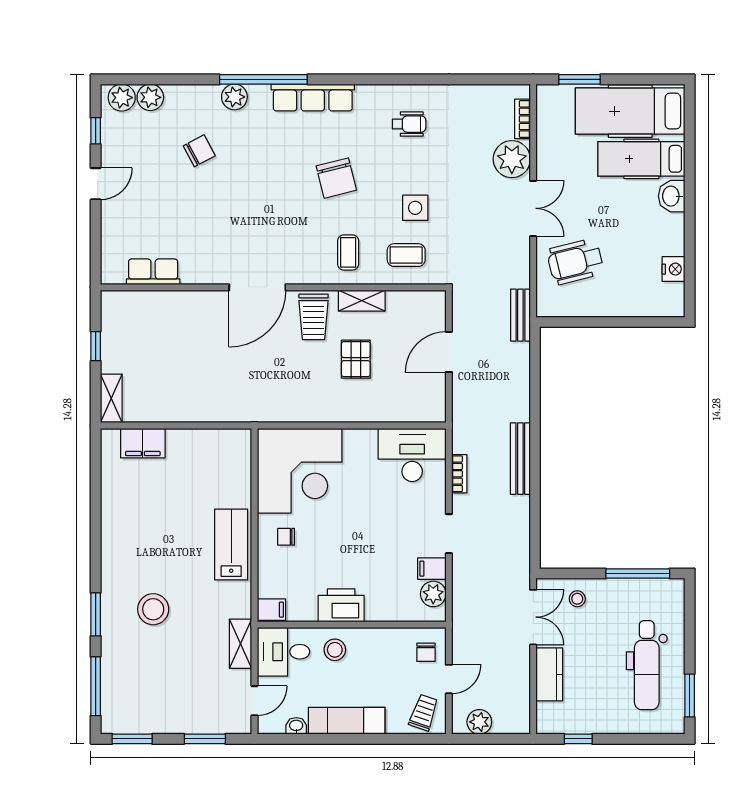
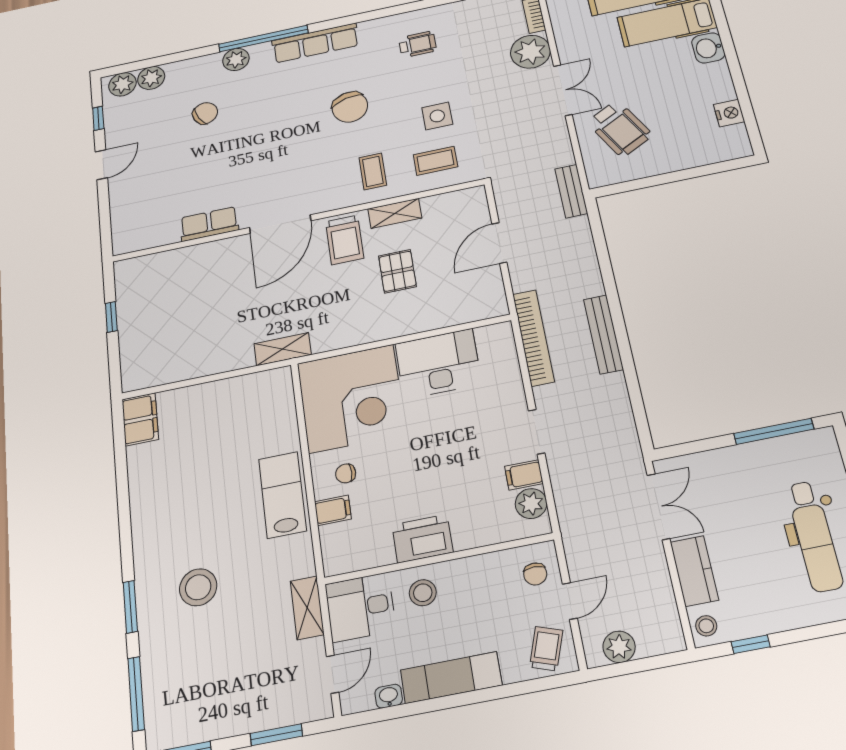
wheelchair: (575, 262) -> (620, 129), turned -104
row of seats: (153, 272) -> (209, 224), moved
shelving: (111, 398) -> (283, 349), moved, turned 90
filing cabinet: (143, 443) -> (140, 419), moved, turned -90
desk: (412, 455) -> (438, 364), moved
bookcase: (459, 474) -> (533, 338), width x2.31, depth x1.31
stool: (577, 599) -> (706, 626), moved
filing cabinet: (271, 610) -> (333, 510), moved

